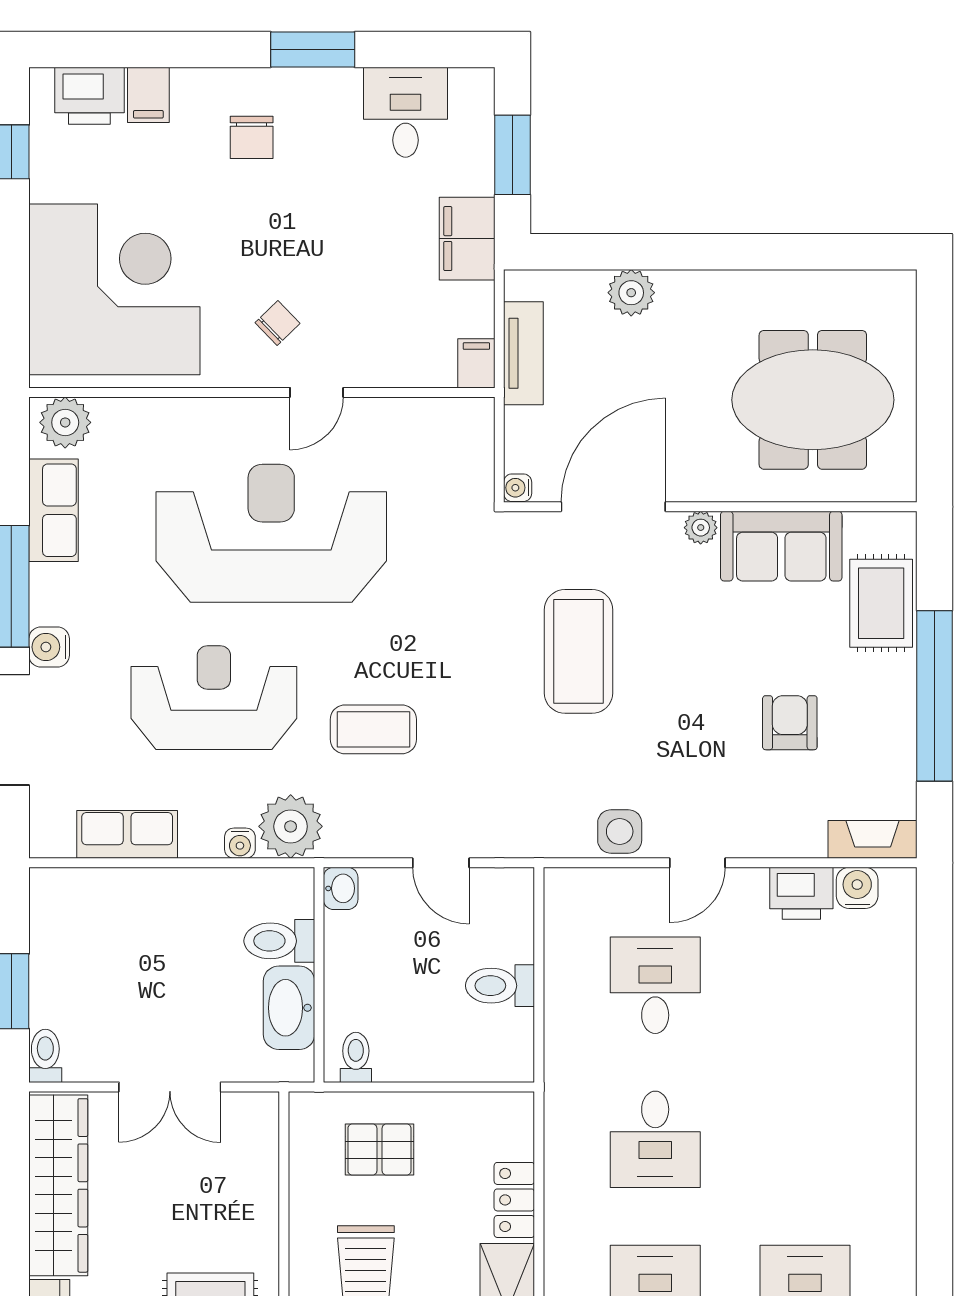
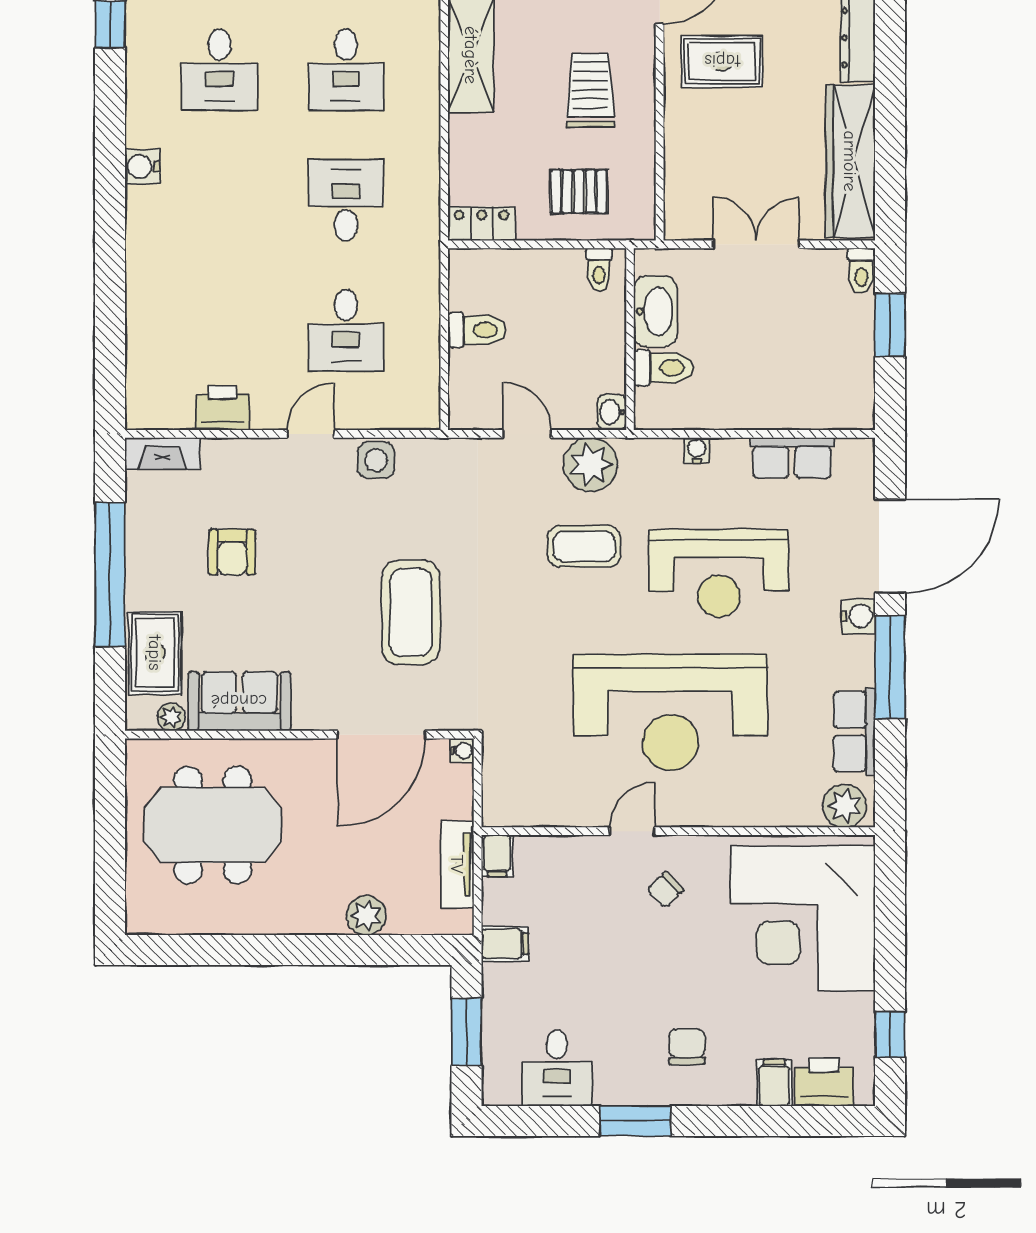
filing cabinet: (467, 239) -> (505, 944), width x0.50
plant: (701, 528) -> (171, 717), moved
plant: (291, 826) -> (590, 464), moved
water cooler: (857, 888) -> (142, 167), moved, turned 90
locker: (514, 1200) -> (482, 224), moved, turned -90

